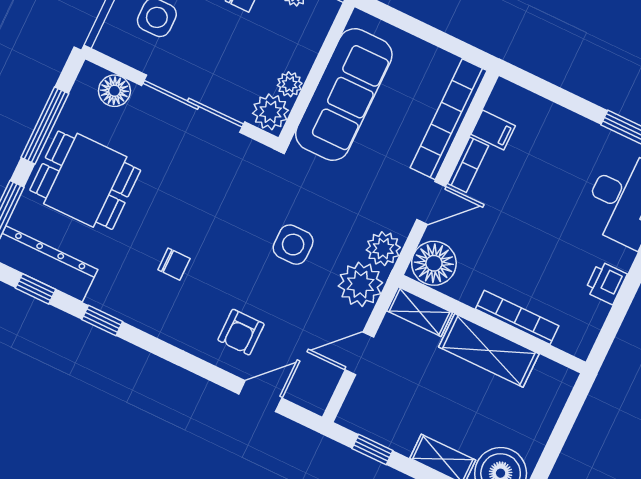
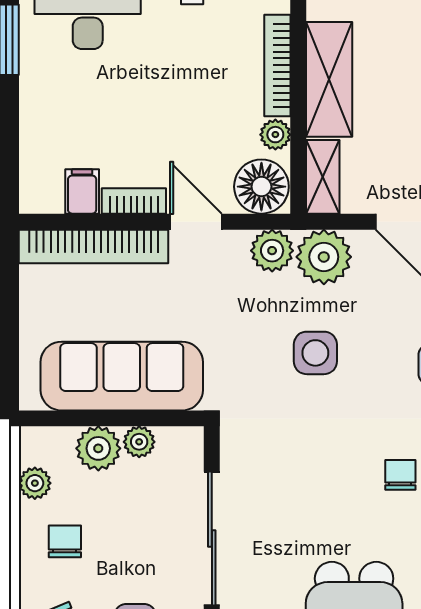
plant: (270, 112) -> (98, 448), moved
plant: (467, 292) -> (275, 135), added

